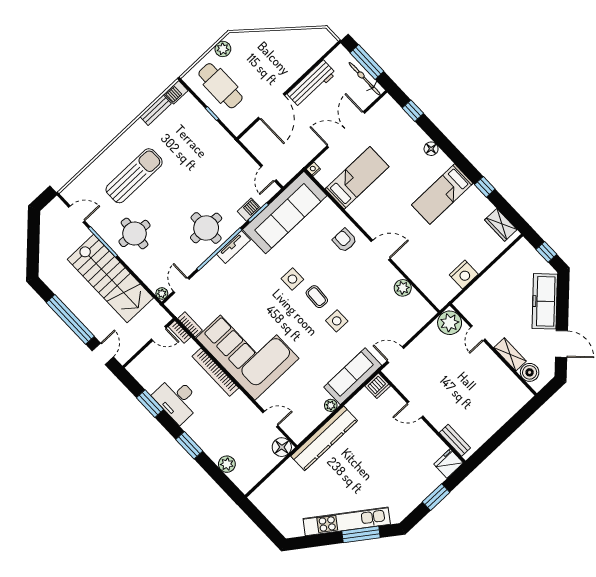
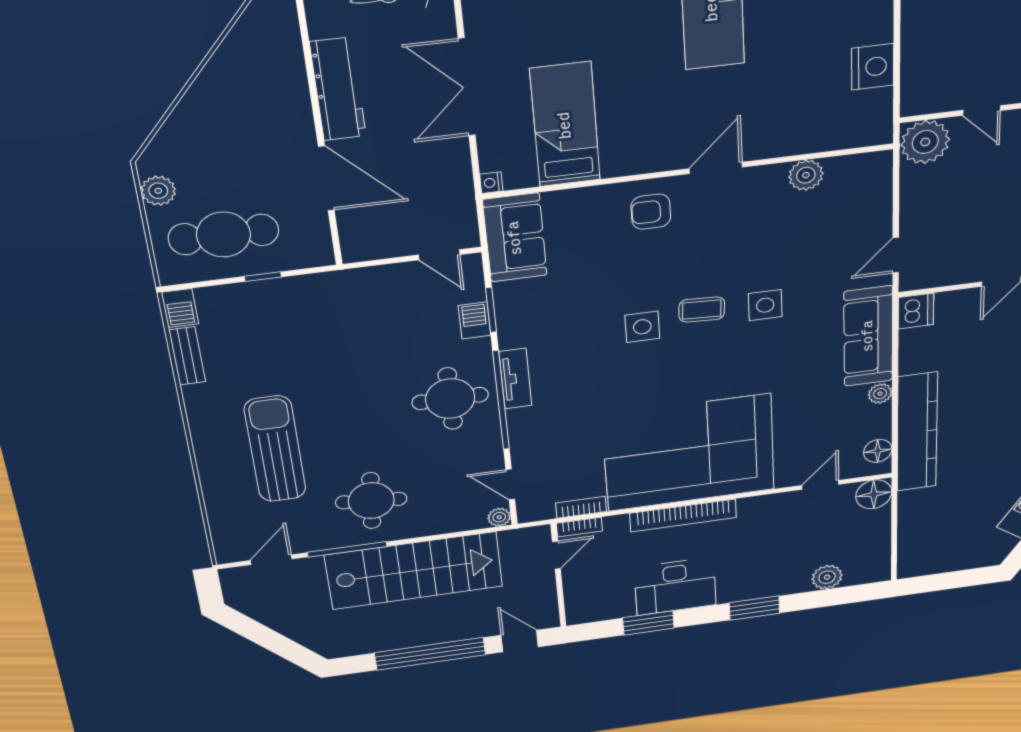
sofa: (285, 213) -> (515, 238), width x0.54, depth x0.79
floor lamp: (304, 429) -> (878, 451), added

